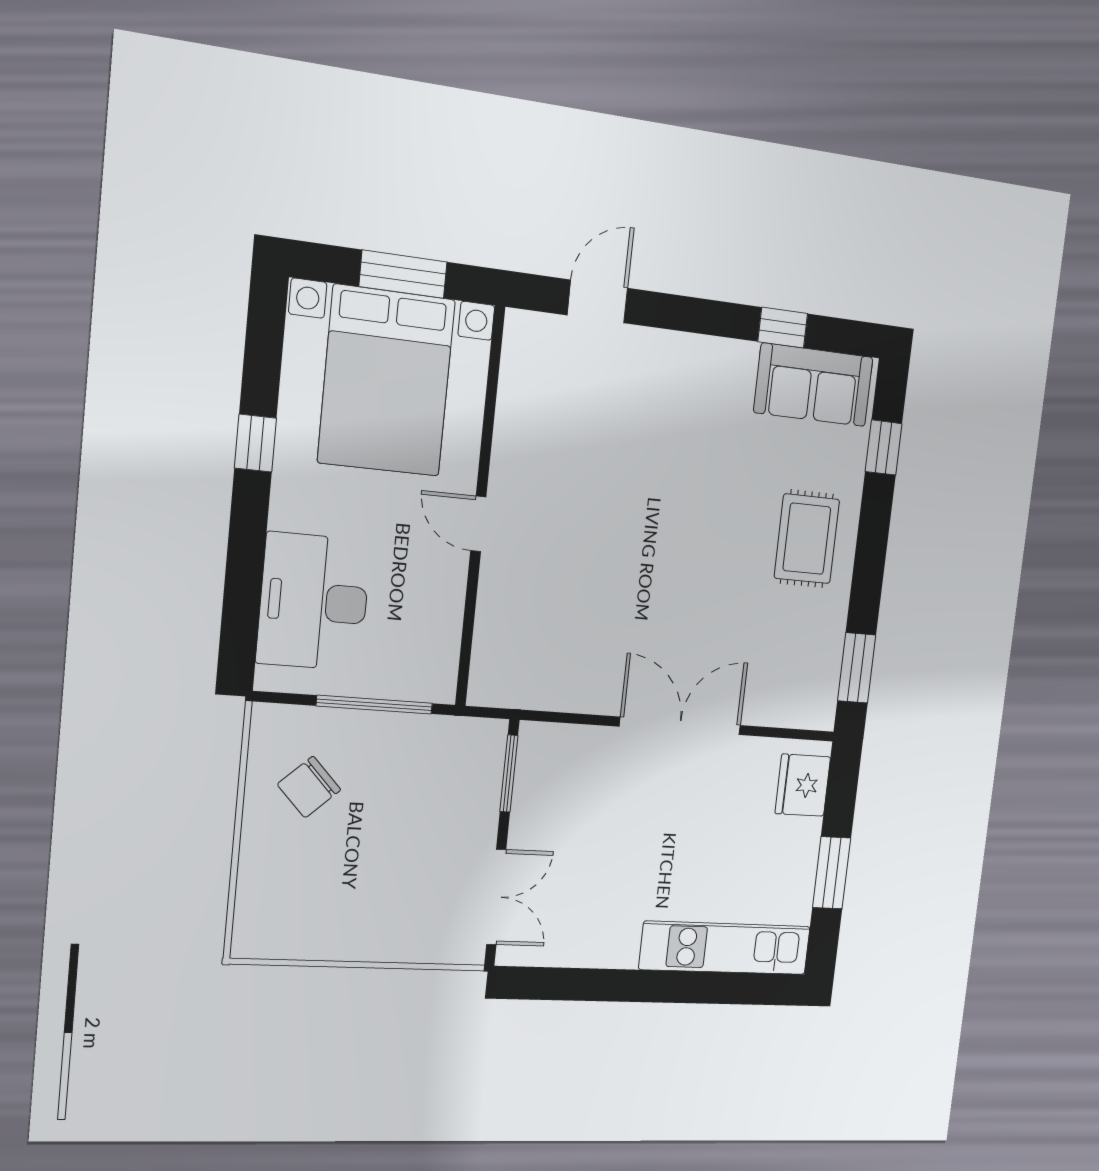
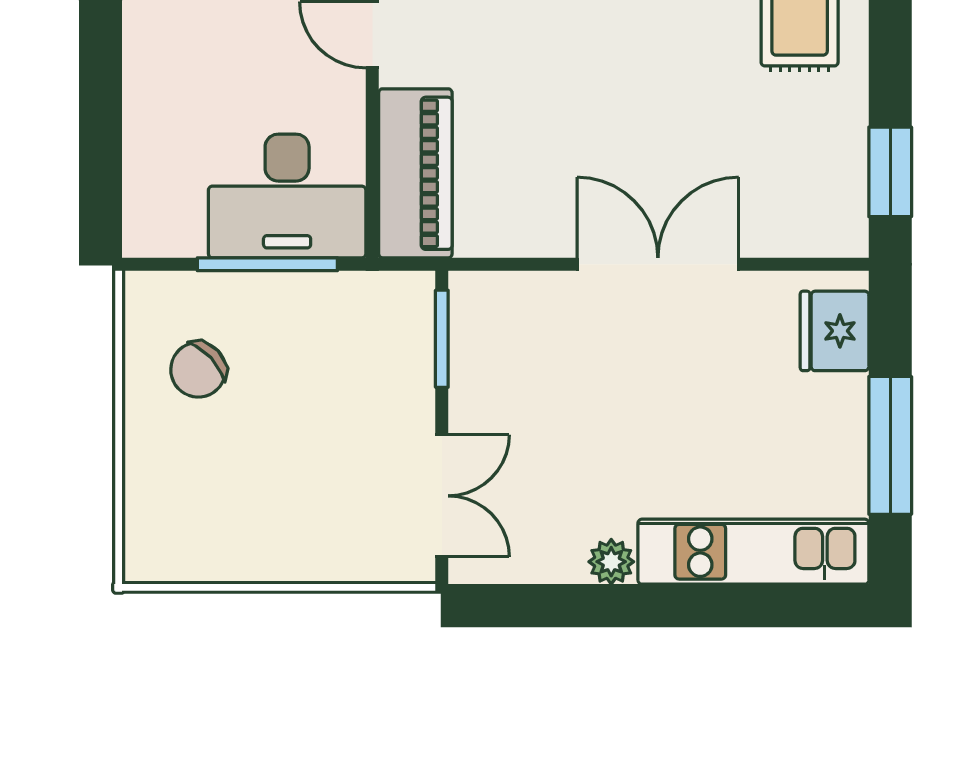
desk: (314, 602) -> (287, 196), moved, turned -90
piano: (502, 640) -> (415, 173), added
window: (832, 873) -> (890, 445), width x1.44
plant: (620, 952) -> (611, 562), added

